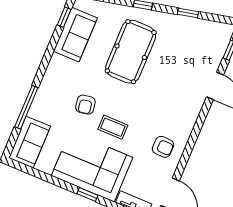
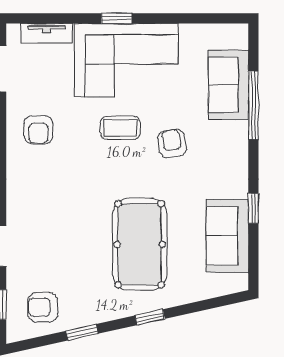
window: (64, 17) -> (253, 208), moved
armchair: (205, 38) -> (43, 307), added
sofa: (30, 142) -> (228, 85), moved
armchair: (163, 147) -> (38, 130), turned -91

